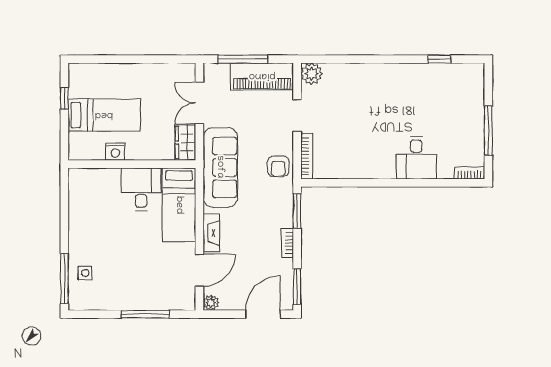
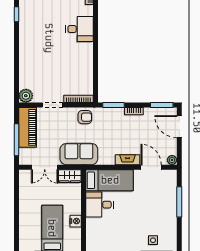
sofa: (220, 167) -> (79, 154), width x0.73

